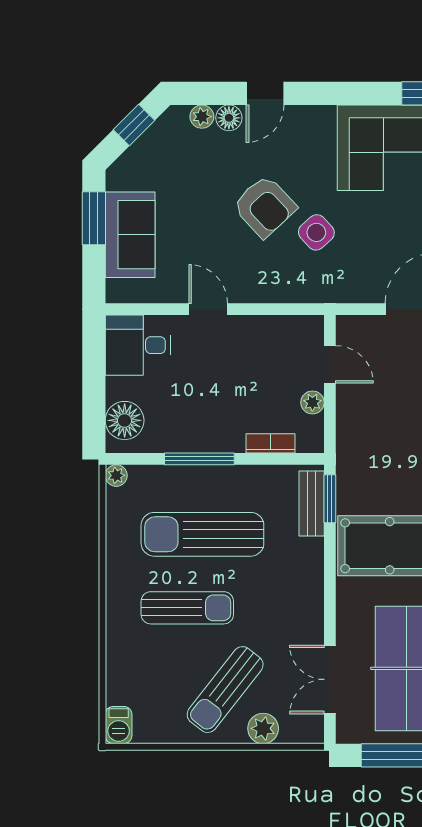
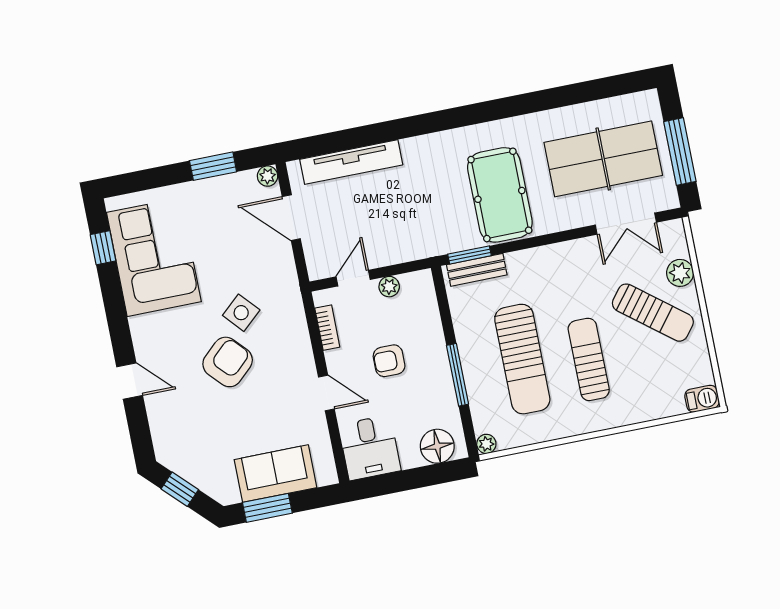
plant: (202, 117) -> (161, 432), removed
floor lamp: (229, 118) -> (157, 408), removed
door: (208, 309) -> (326, 393), swing flipped
armchair: (230, 386) -> (389, 361), added
bookcase: (271, 443) -> (327, 328), moved, turned 180

